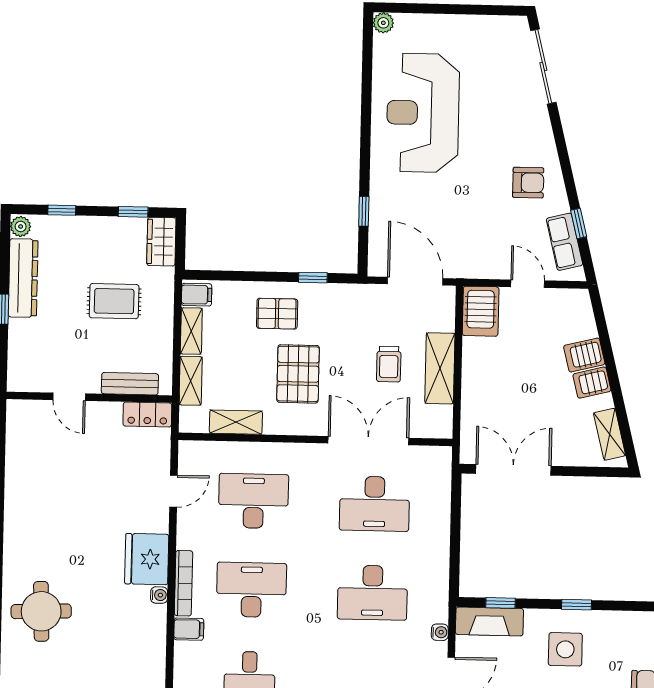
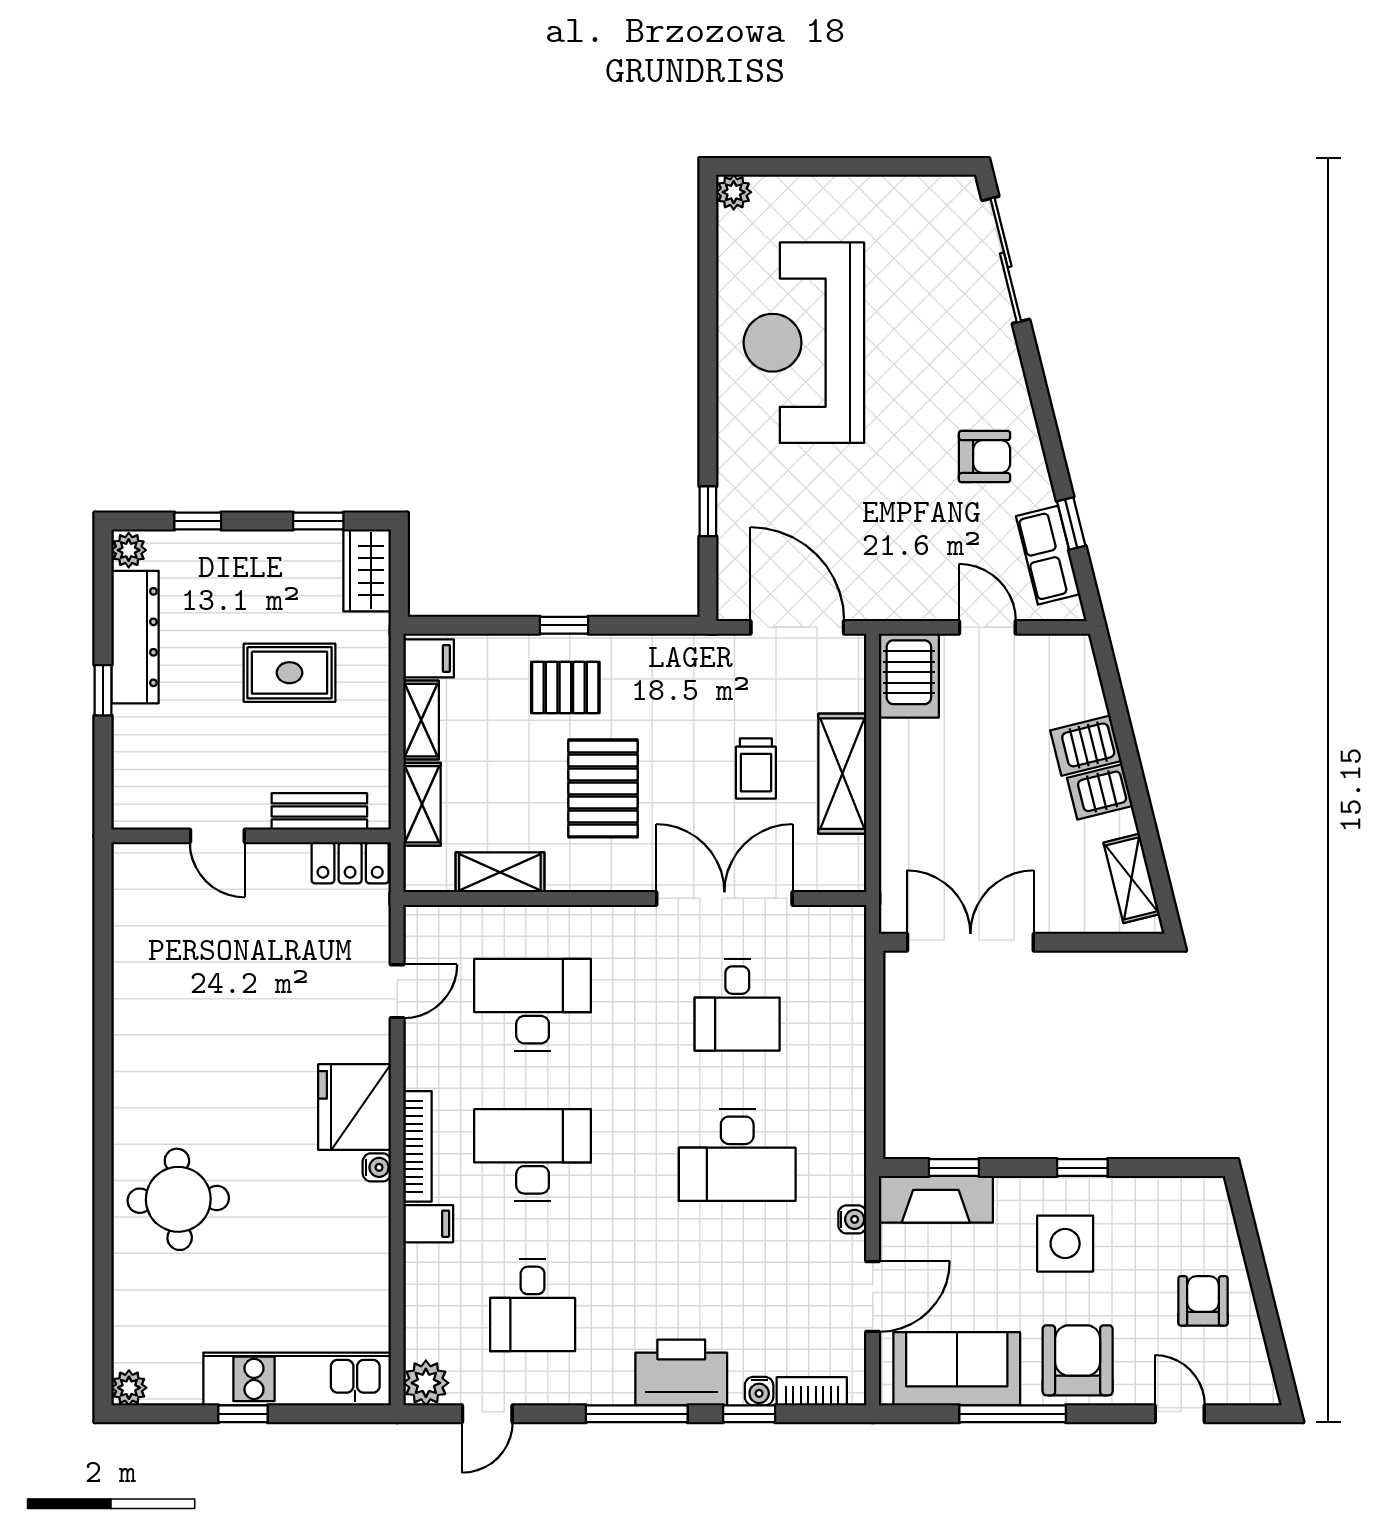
window: (313, 278) -> (564, 625), moved
desk: (375, 504) -> (737, 1005), width x0.73

